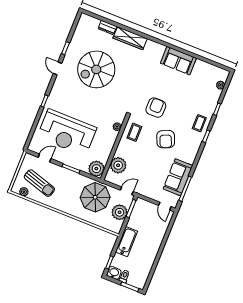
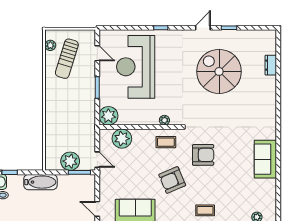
wardrobe: (130, 38) -> (269, 95), removed
parasol: (95, 197) -> (76, 127), removed
door: (165, 206) -> (97, 209), hinge flipped

